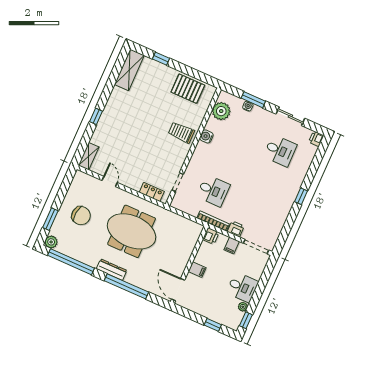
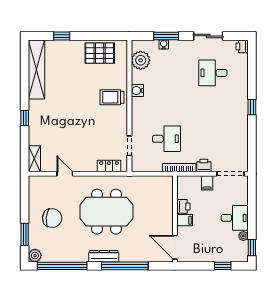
shelving: (129, 70) -> (36, 69), width x1.47
desk: (280, 151) -> (213, 73), turned 180
printer: (211, 236) -> (183, 206), moved

